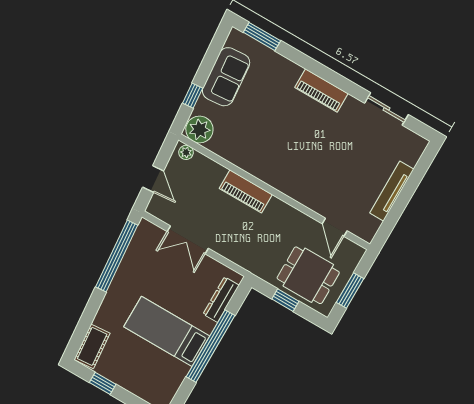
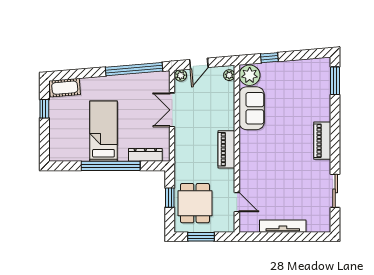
sofa: (226, 77) -> (252, 108), moved, turned -85
piano: (246, 191) -> (226, 149), moved
plant: (154, 207) -> (181, 75), added
door: (335, 227) -> (237, 202), swing flipped

